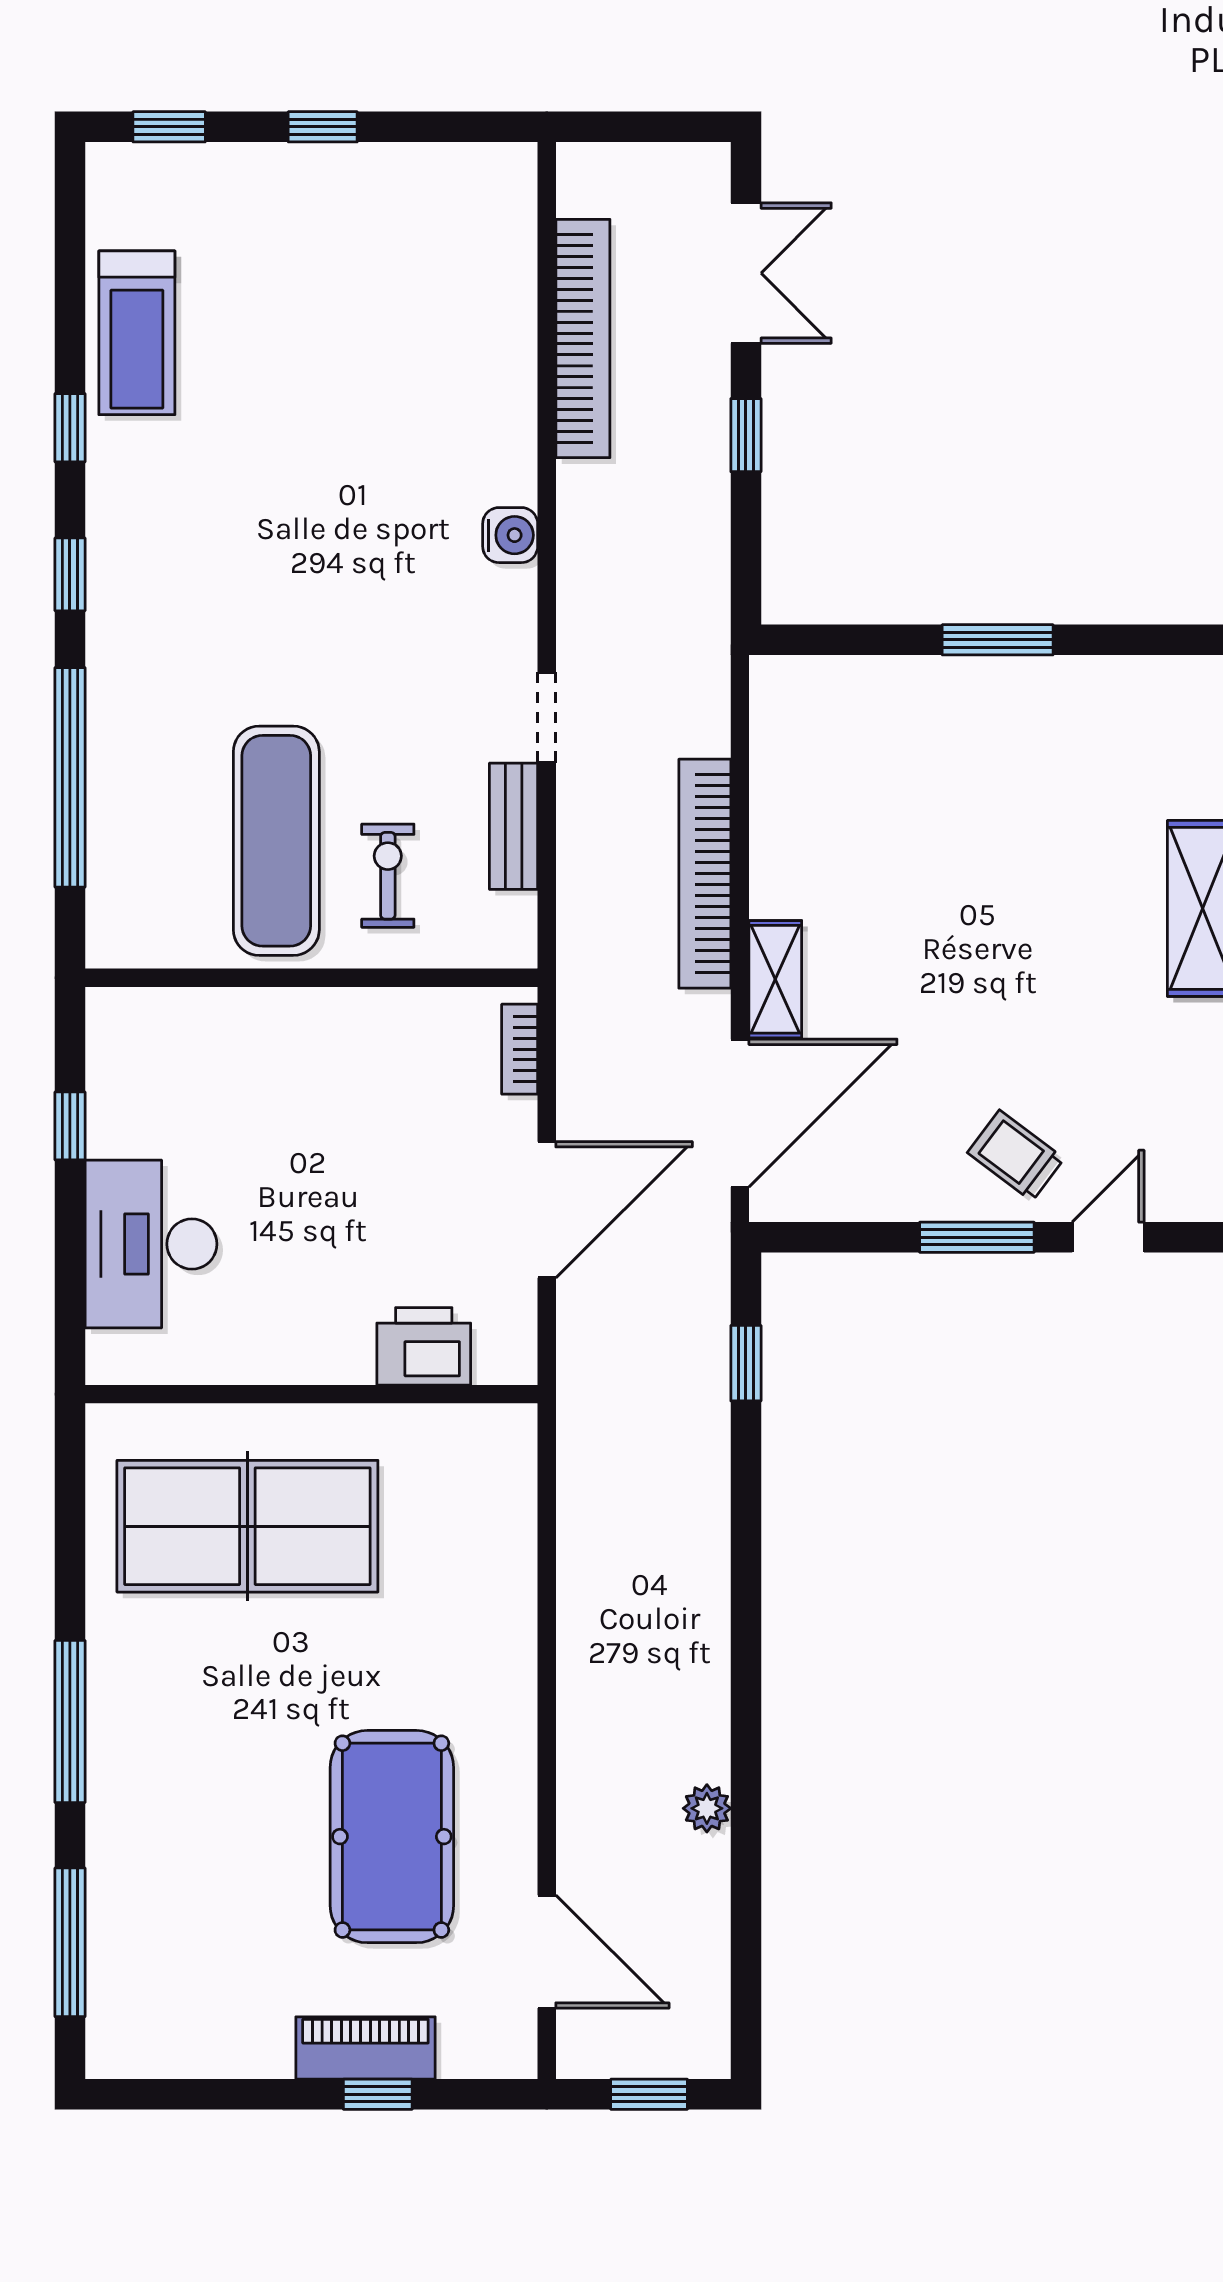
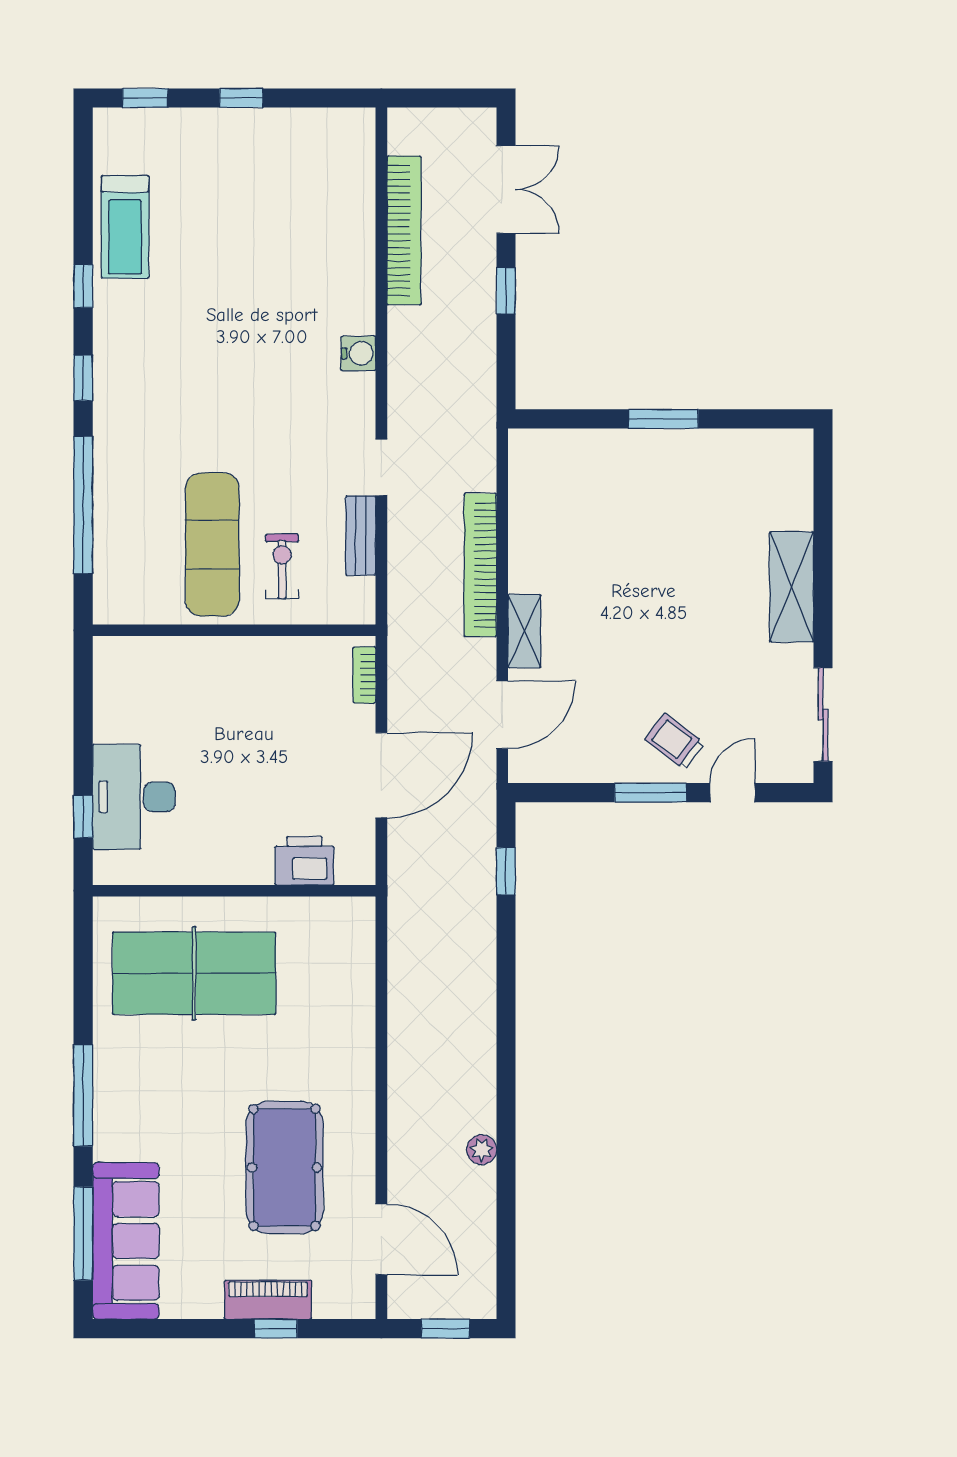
door: (740, 1113) -> (502, 715), width x0.73
window: (70, 1126) -> (83, 817), moved
sofa: (138, 1954) -> (126, 1241), added

